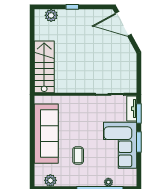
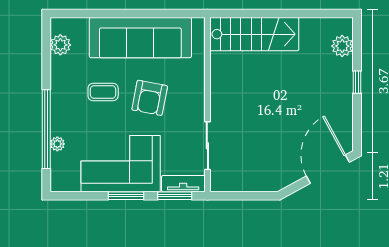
armchair: (82, 128) -> (150, 98), added

